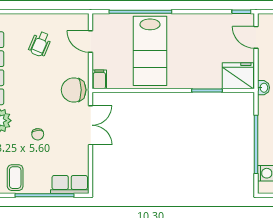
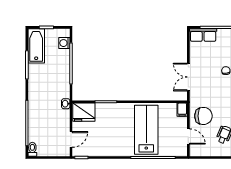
door: (256, 37) -> (71, 139), hinge flipped
chair: (74, 90) -> (203, 116), moved

